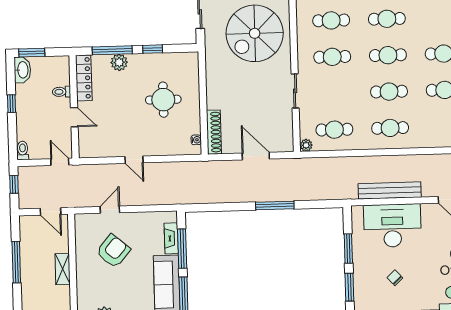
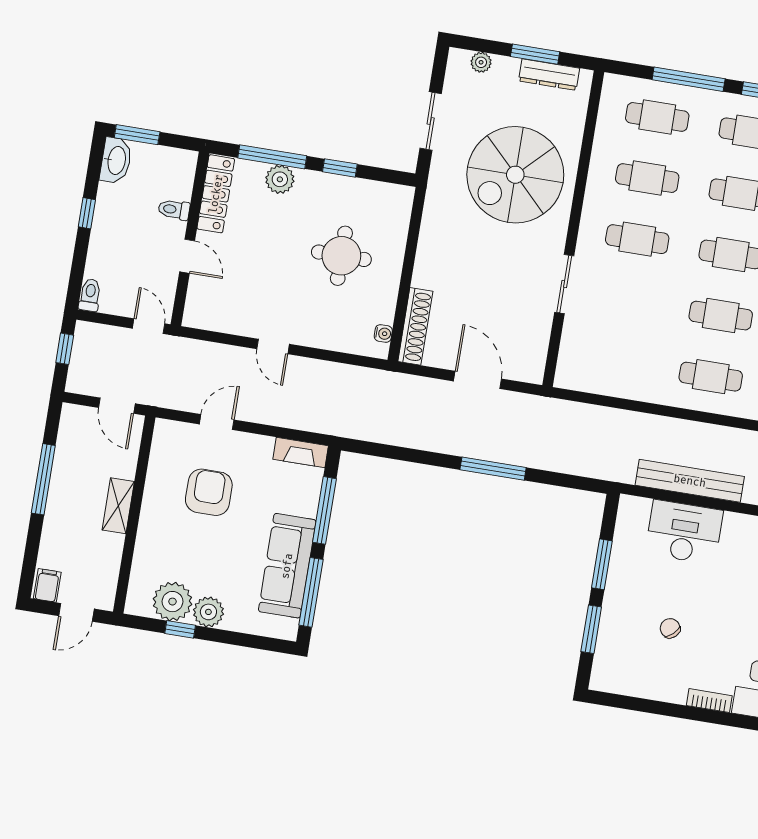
cafe table: (334, 130) -> (617, 361), removed
plant: (306, 145) -> (565, 378), removed
desk: (392, 226) -> (684, 532), width x0.73, depth x0.77
fireplace: (171, 238) -> (301, 452), moved, turned -90
armchair: (113, 251) -> (209, 492), turned -40

